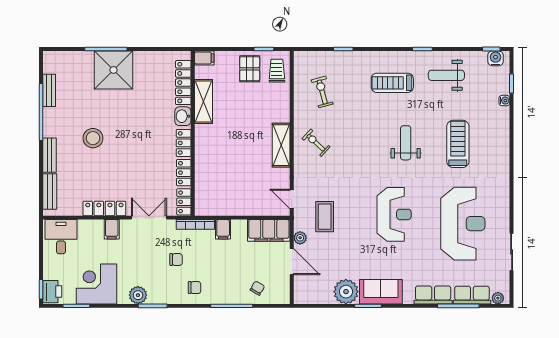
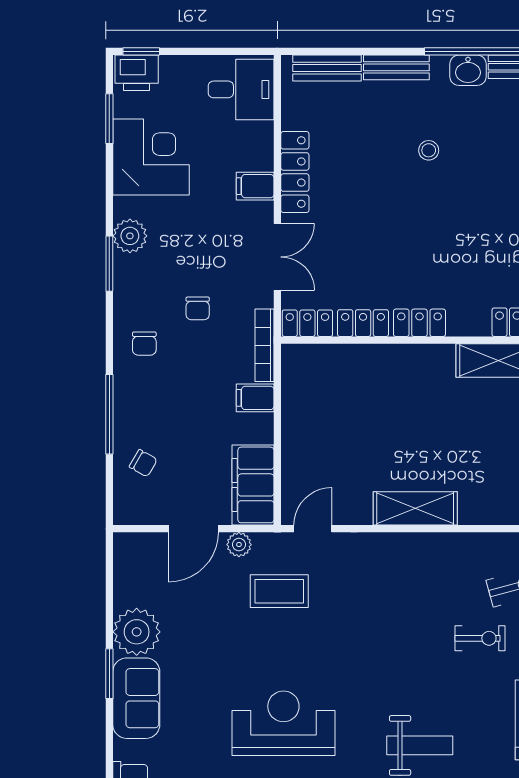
washbasin: (183, 116) -> (468, 70), moved, turned 180
stool: (93, 138) -> (429, 150), width x0.53, depth x0.53
exercise bike: (316, 143) -> (480, 638), moved, turned 47
reception desk: (394, 214) -> (283, 723), turned 180

